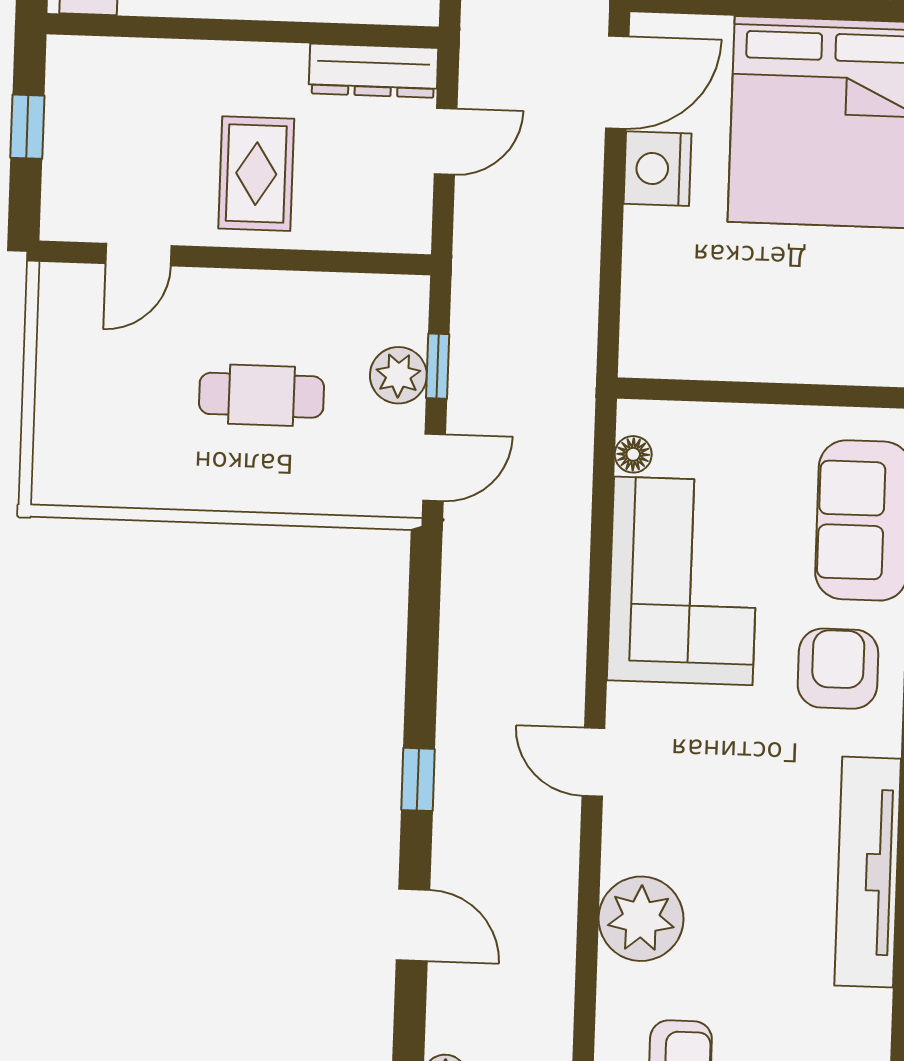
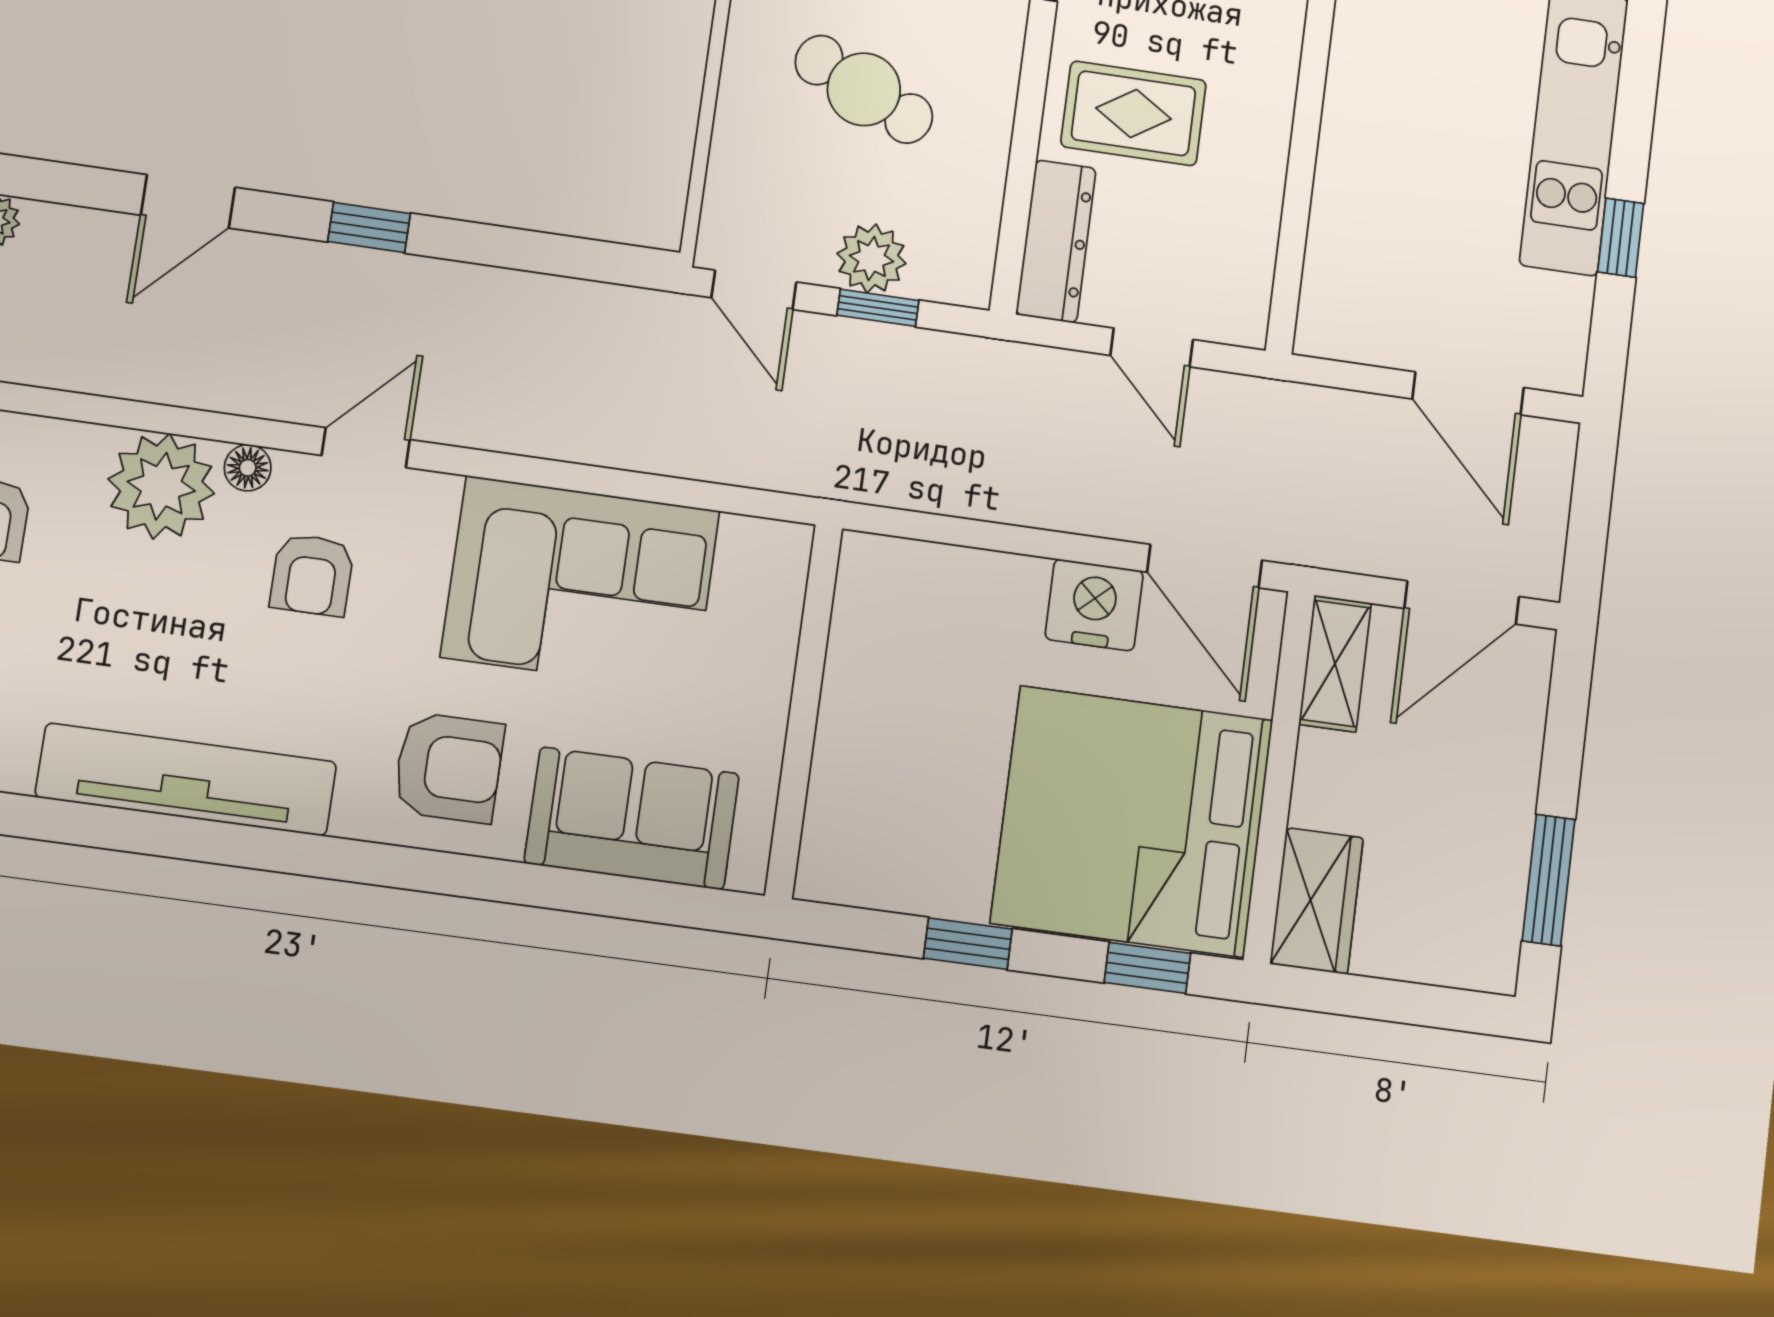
dresser: (373, 71) -> (1056, 241), moved, turned 180
cafe table: (261, 395) -> (864, 89), turned -65
floor lamp: (633, 454) -> (248, 468), moved
armchair: (698, 793) -> (312, 575), added

